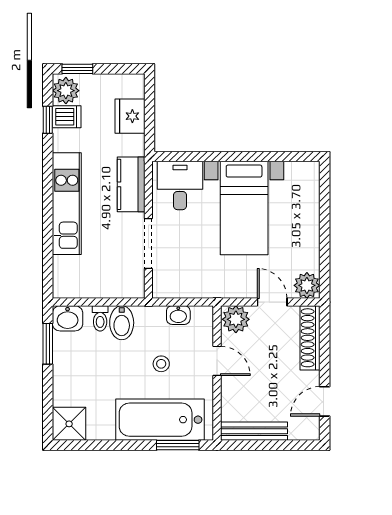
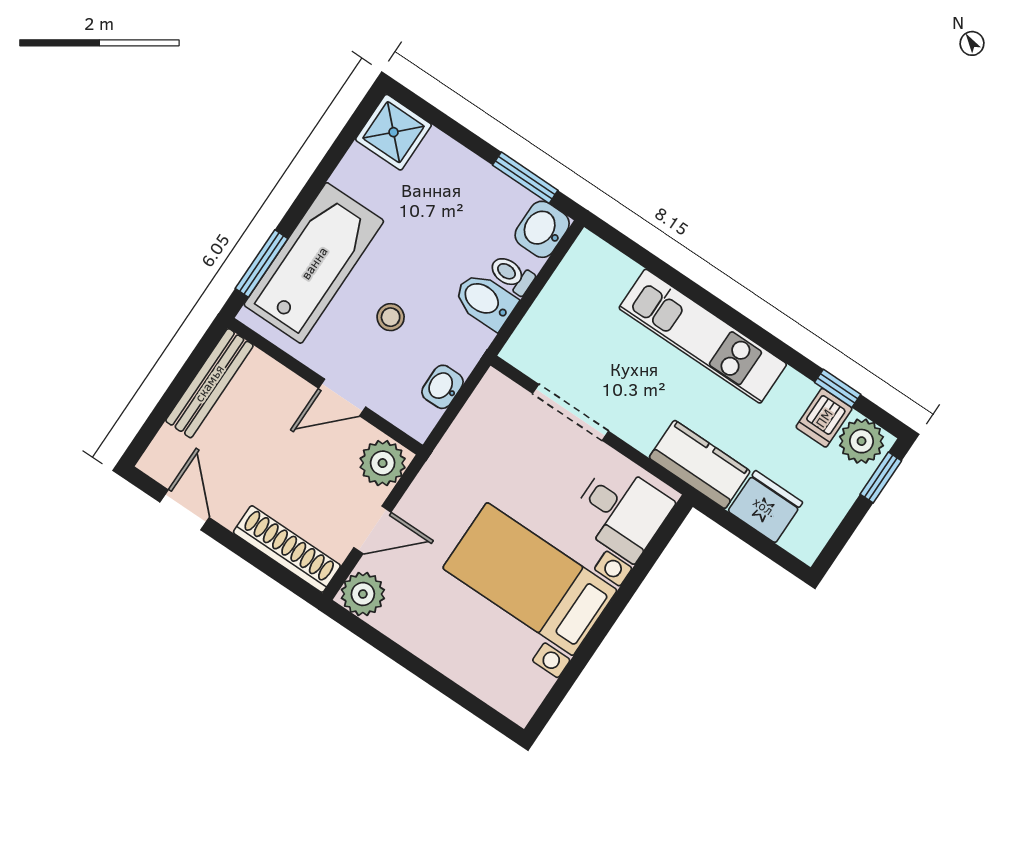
kitchen counter: (131, 184) -> (700, 464), moved

